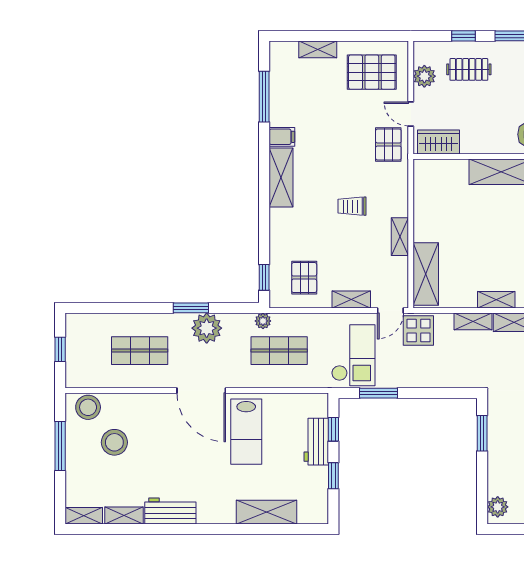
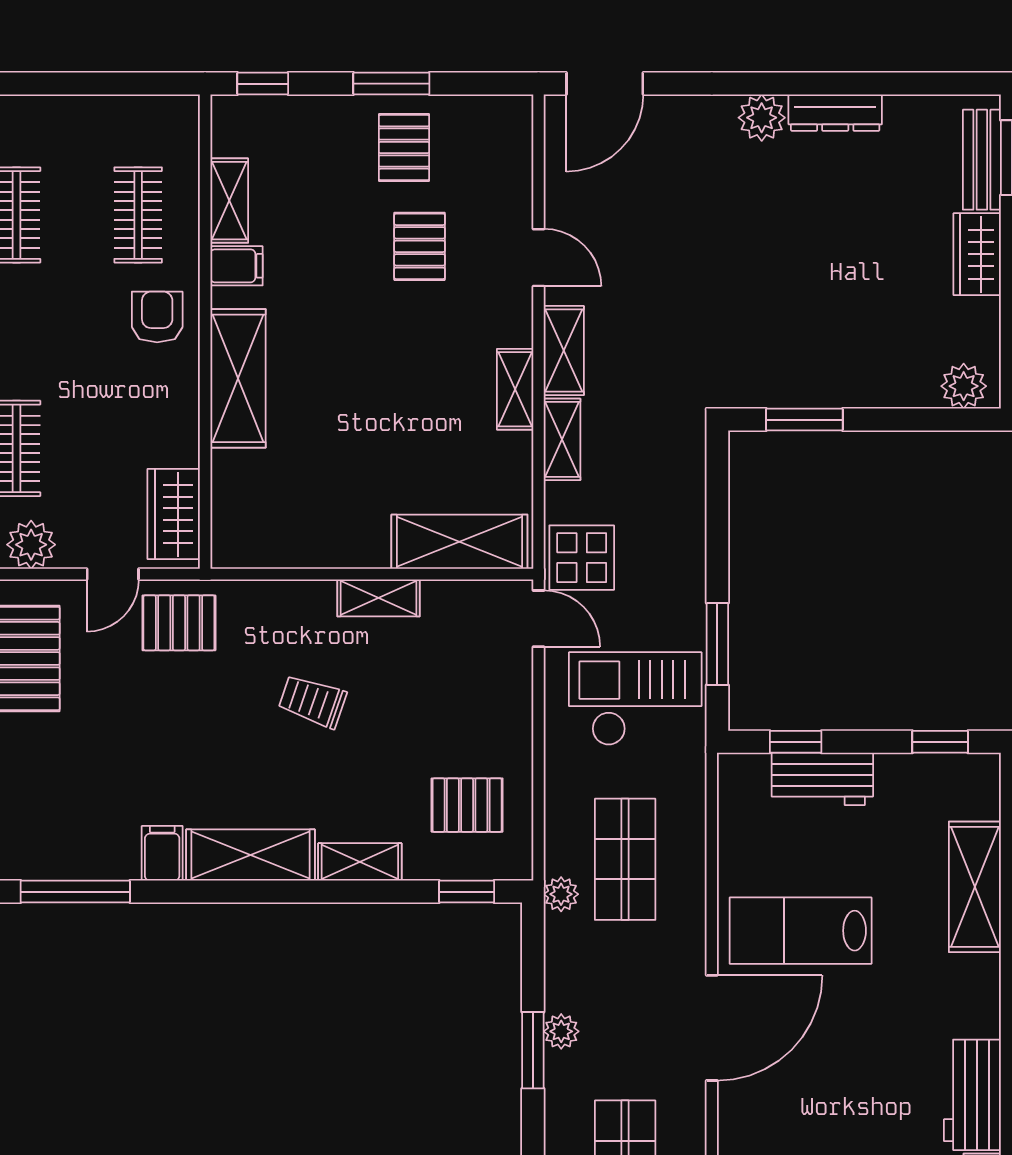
trolley: (352, 206) -> (312, 701), turned 109
shelving: (351, 299) -> (360, 862), moved, turned 90
plant: (207, 328) -> (561, 1031), width x0.53, depth x0.53
lab bench: (246, 432) -> (801, 931), turned 180
window: (333, 476) -> (940, 742), moved

